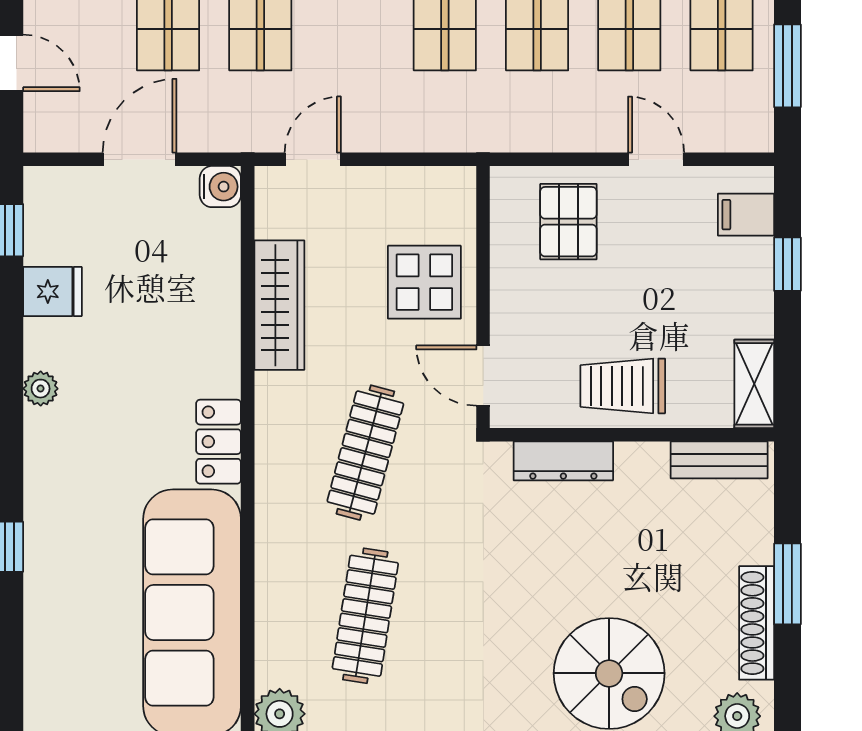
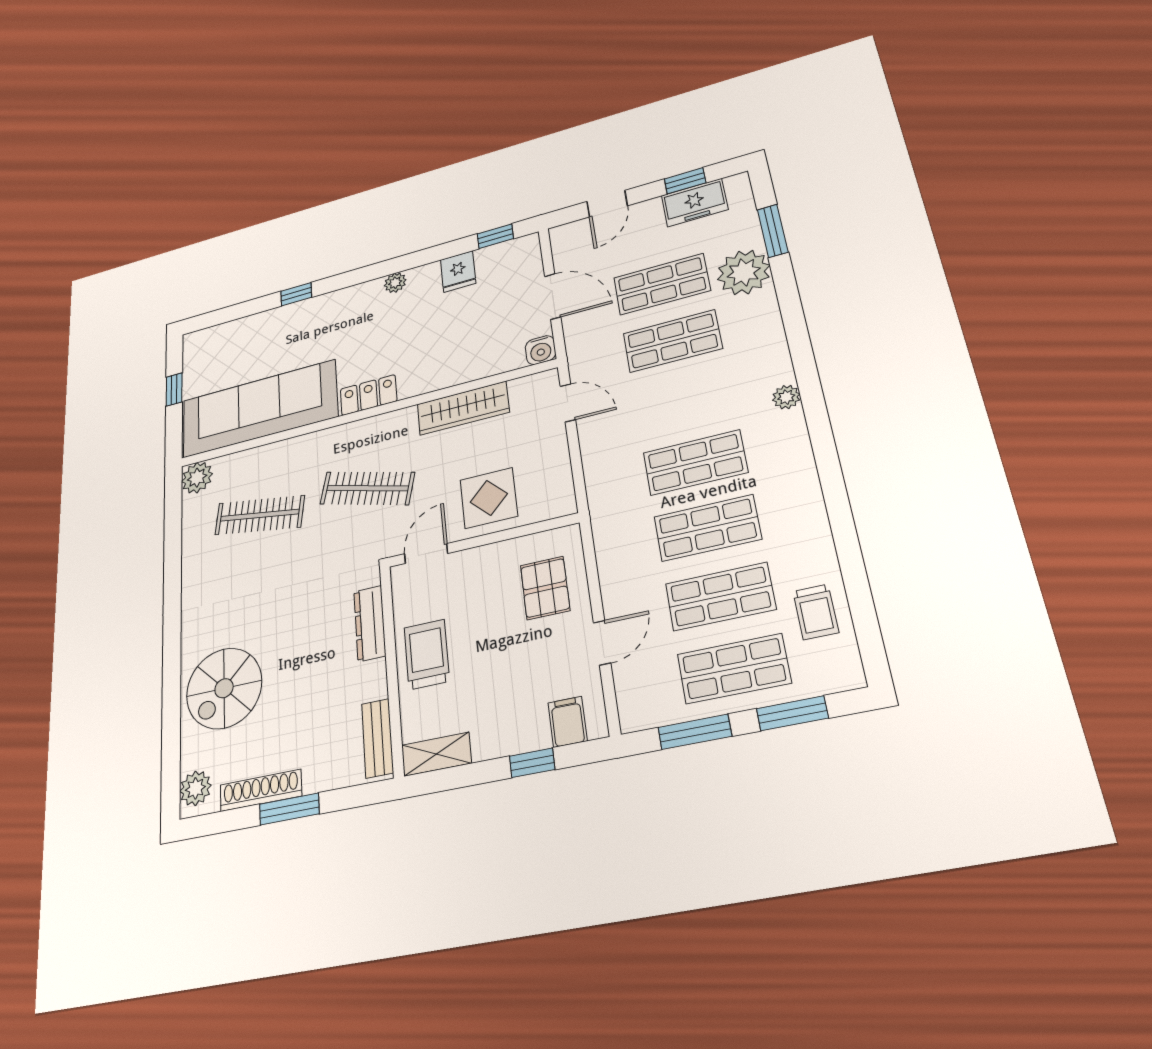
pallet: (568, 222) -> (545, 588), turned 90

